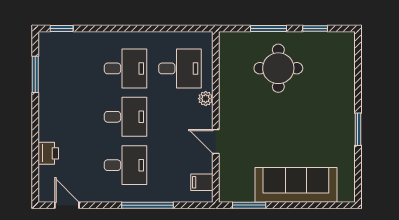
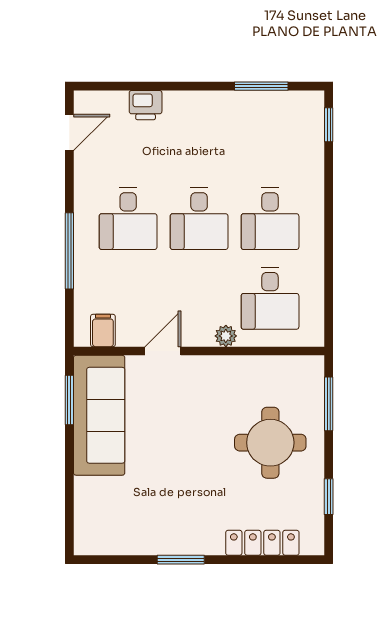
window: (268, 28) -> (329, 404), moved
locker: (347, 74) -> (262, 543), added
sofa: (296, 185) -> (99, 415), moved

